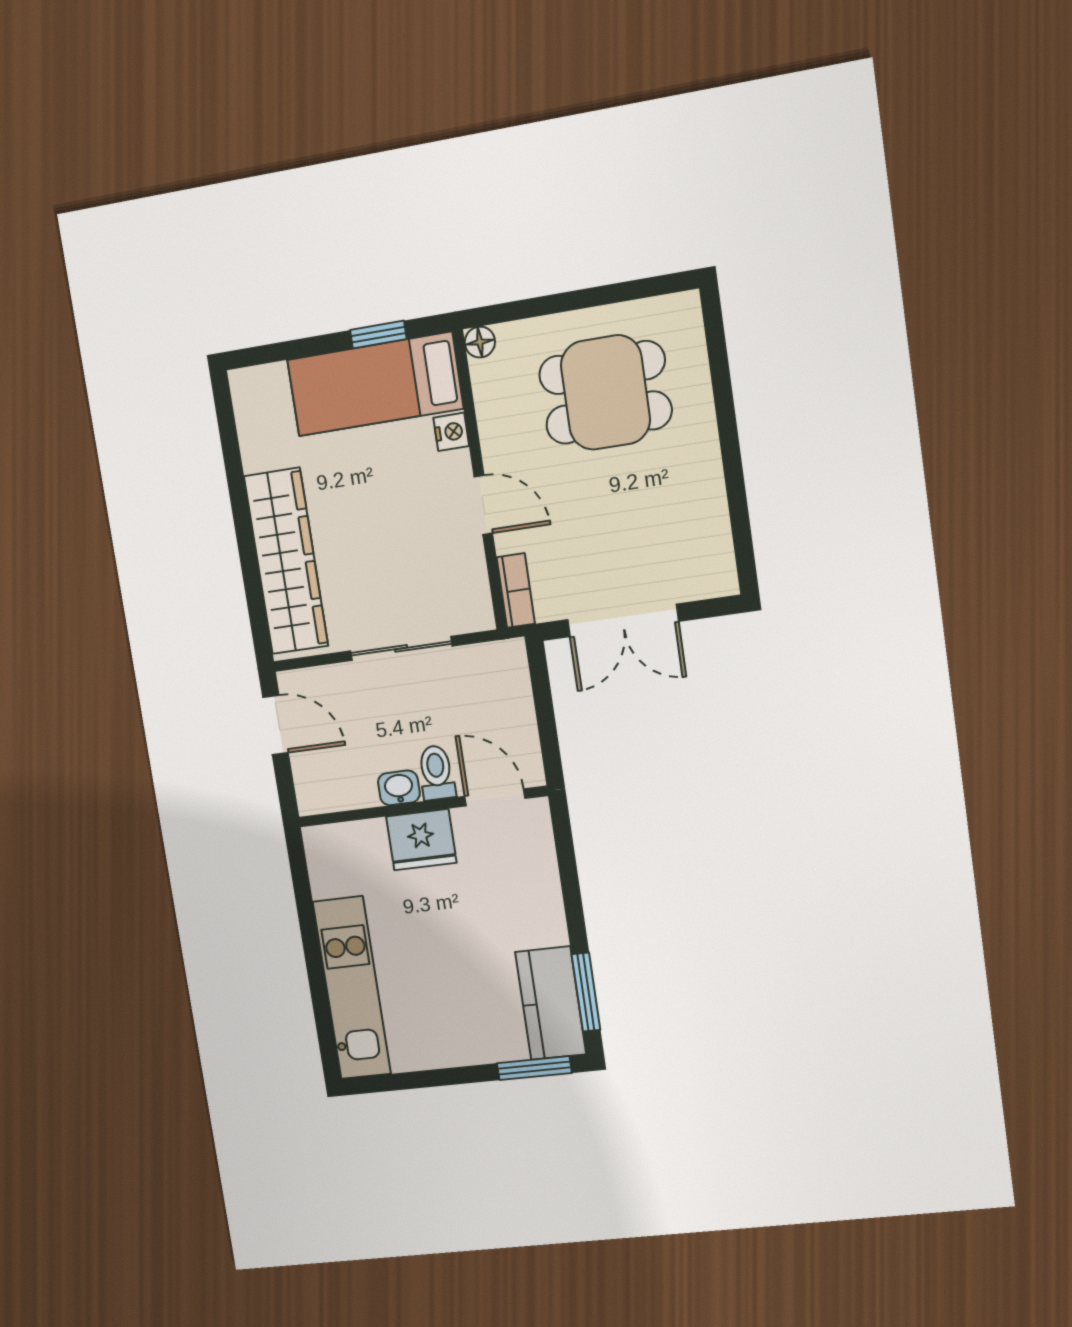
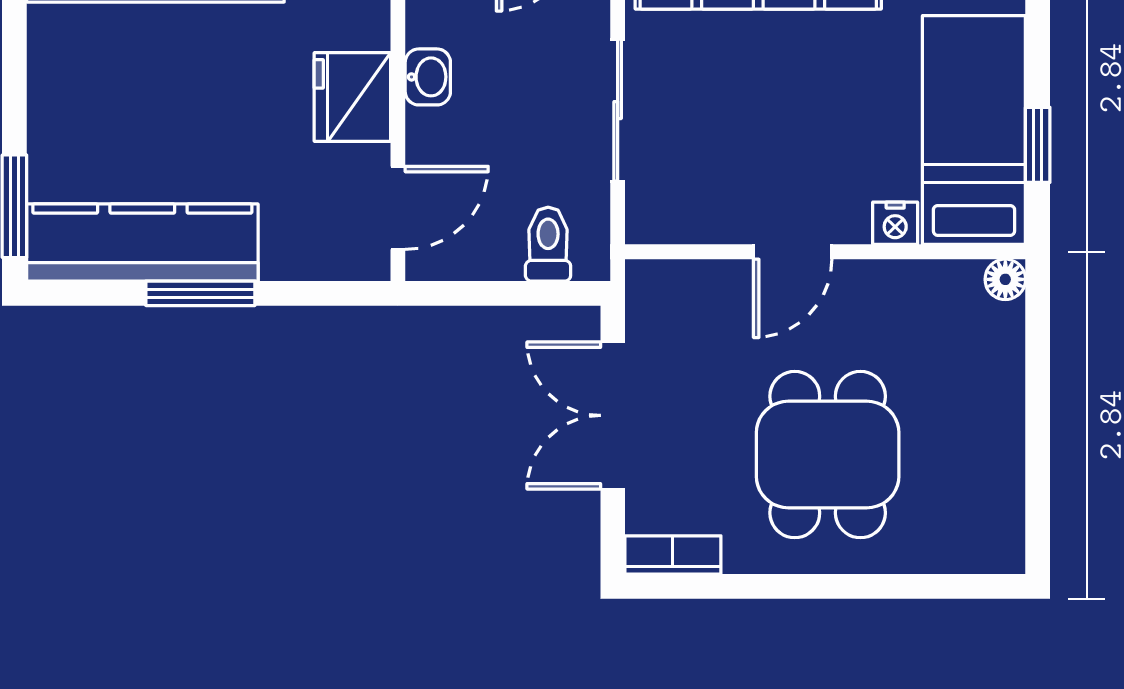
dining table: (605, 393) -> (828, 455), moved
bookcase: (516, 591) -> (673, 555), moved, turned 180
toilet: (436, 773) -> (548, 244), moved, turned -90
window: (586, 992) -> (200, 293), moved
kitchen counter: (551, 1003) -> (142, 243), width x1.50

